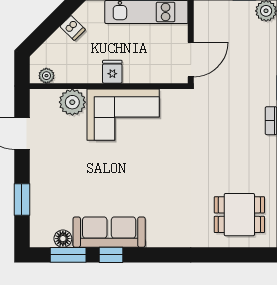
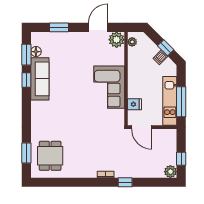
window: (56, 19) -> (166, 48), added
fridge: (112, 72) -> (135, 104), moved
plant: (72, 102) -> (117, 40), moved
window: (234, 255) -> (26, 153), added

